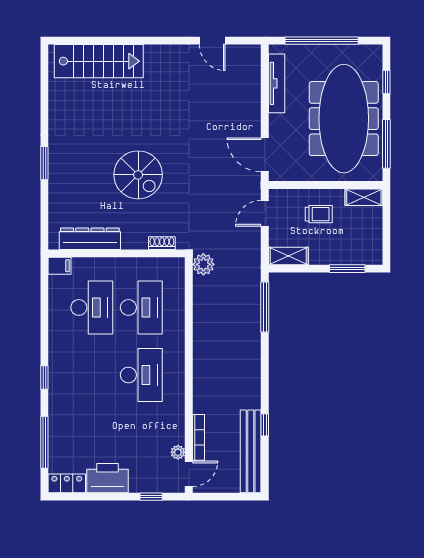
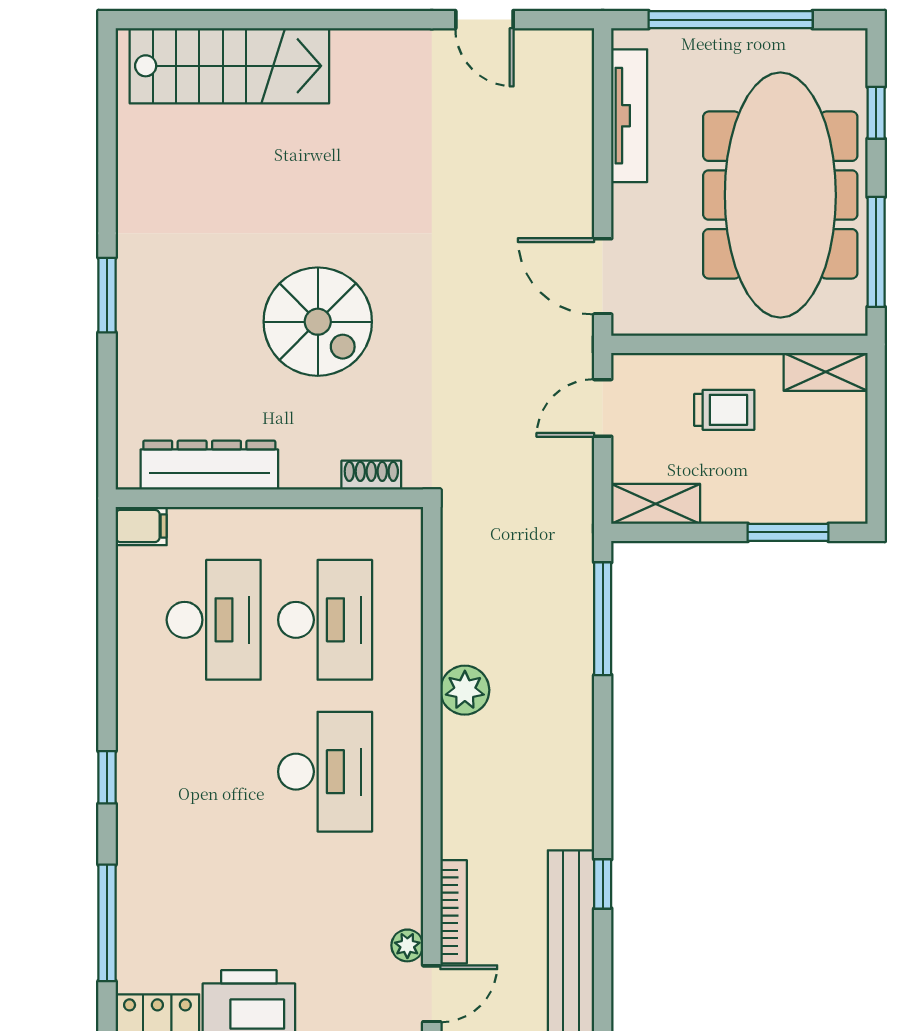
plant: (203, 264) -> (465, 690), moved

